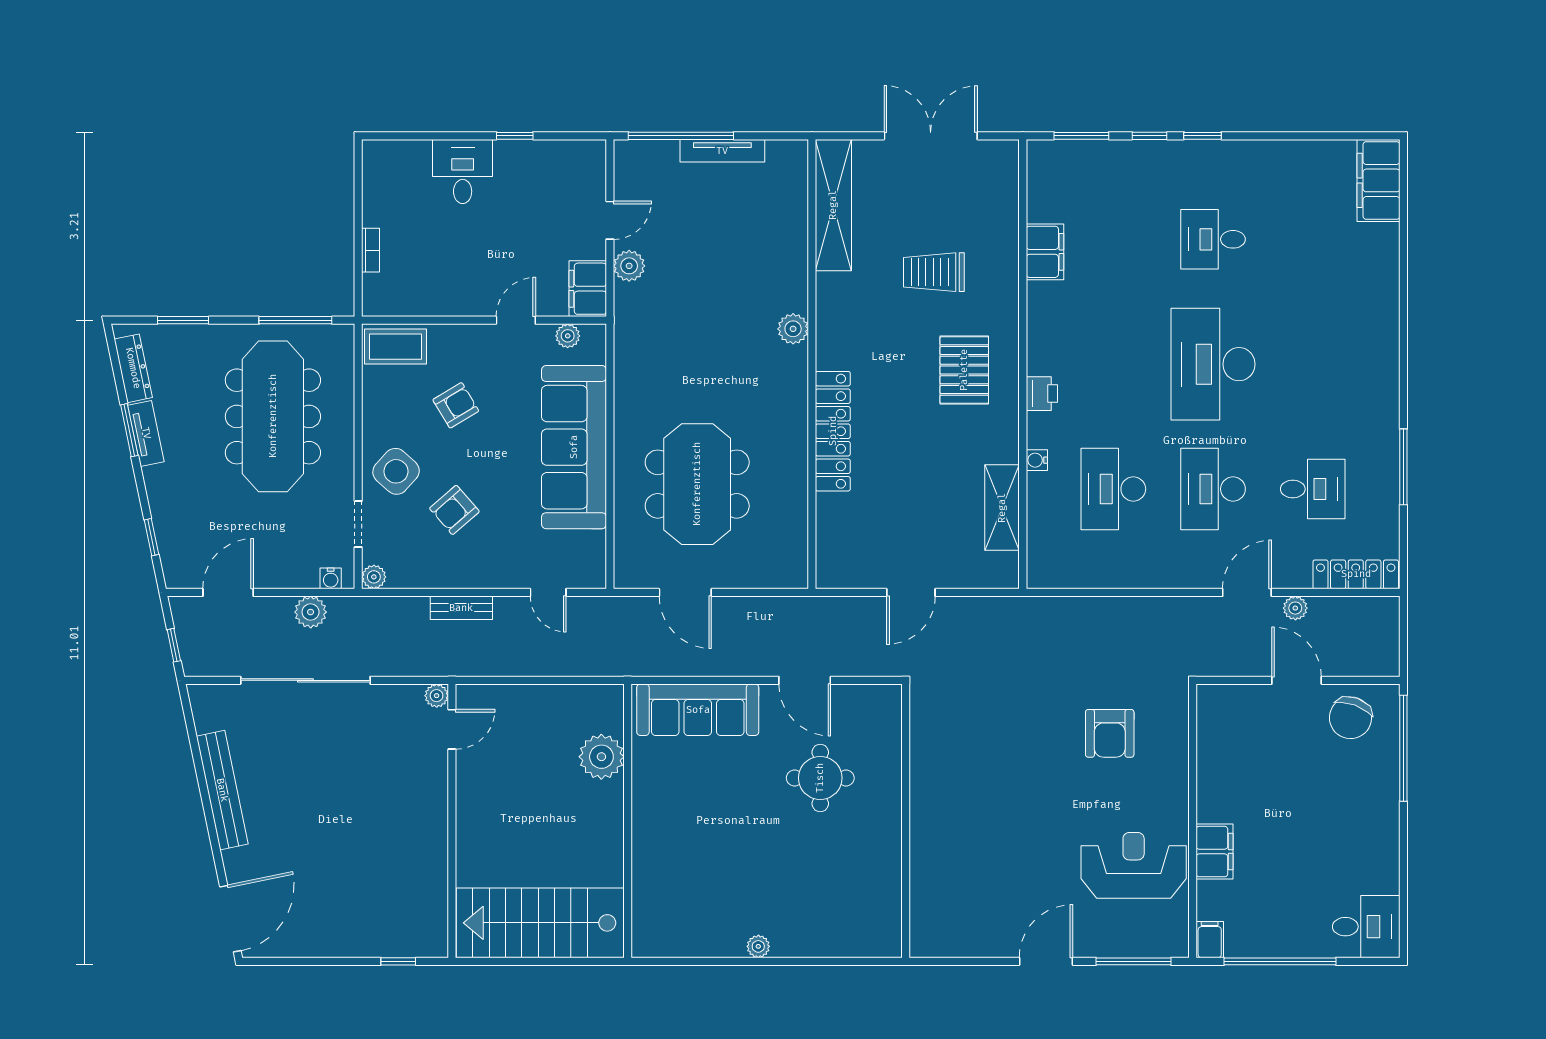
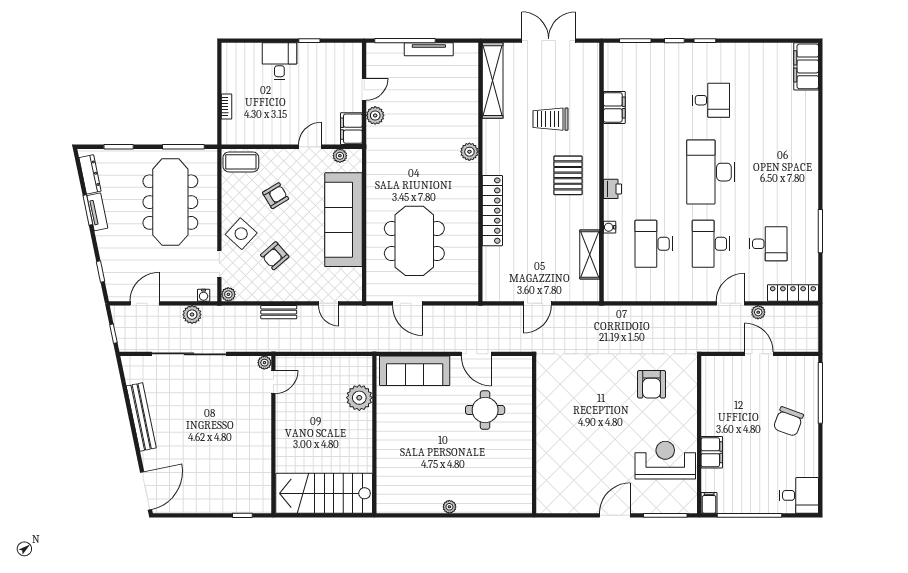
desk: (1213, 239) -> (711, 100), turned 180
chair: (1351, 718) -> (788, 422), moved

